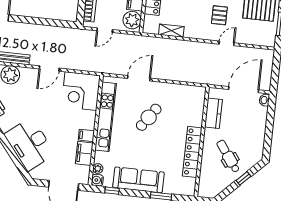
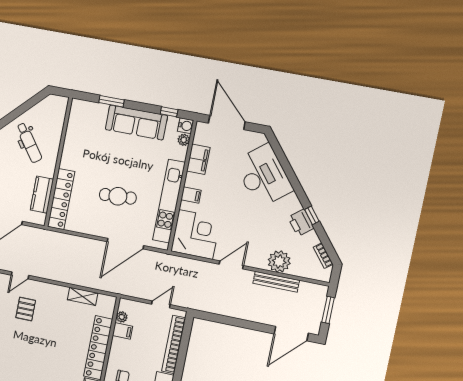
plant: (132, 20) -> (122, 317), width x0.53, depth x0.53
door: (139, 78) -> (125, 244), width x1.36
cafe table: (149, 117) -> (118, 196), turned 52
filing cabinet: (86, 135) -> (191, 195), moved
locker: (192, 152) -> (61, 199), moved
window: (243, 178) -> (14, 115), removed

